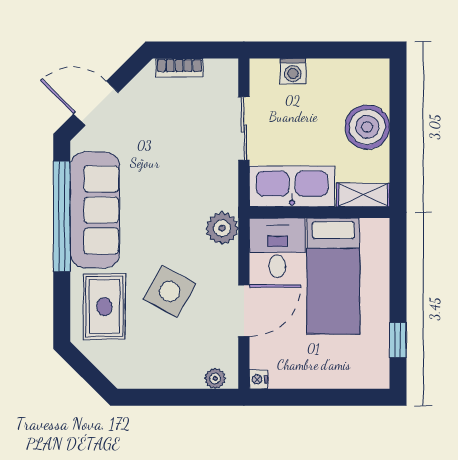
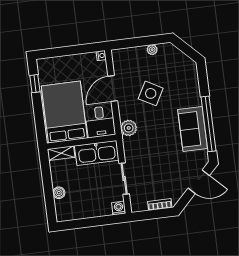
washing machine: (293, 71) -> (119, 208), moved
boiler: (367, 127) -> (59, 193), width x0.54, depth x0.54
sofa: (95, 210) -> (193, 129), width x0.73
bed: (333, 276) -> (64, 112), width x1.50
rug: (104, 307) -> (182, 82), removed
plant: (215, 378) -> (152, 50), moved

